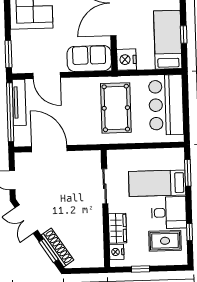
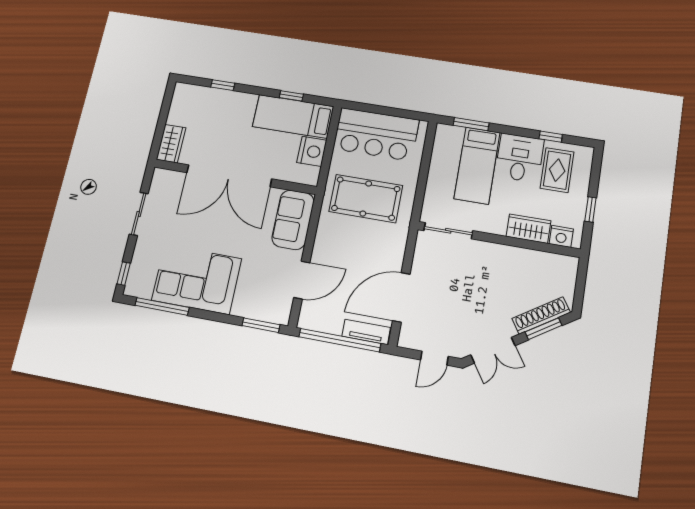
nightstand: (127, 60) -> (312, 151), moved, turned -90
tv unit: (19, 102) -> (366, 332), moved, width x0.71
sliding door: (105, 186) -> (448, 231), moved

